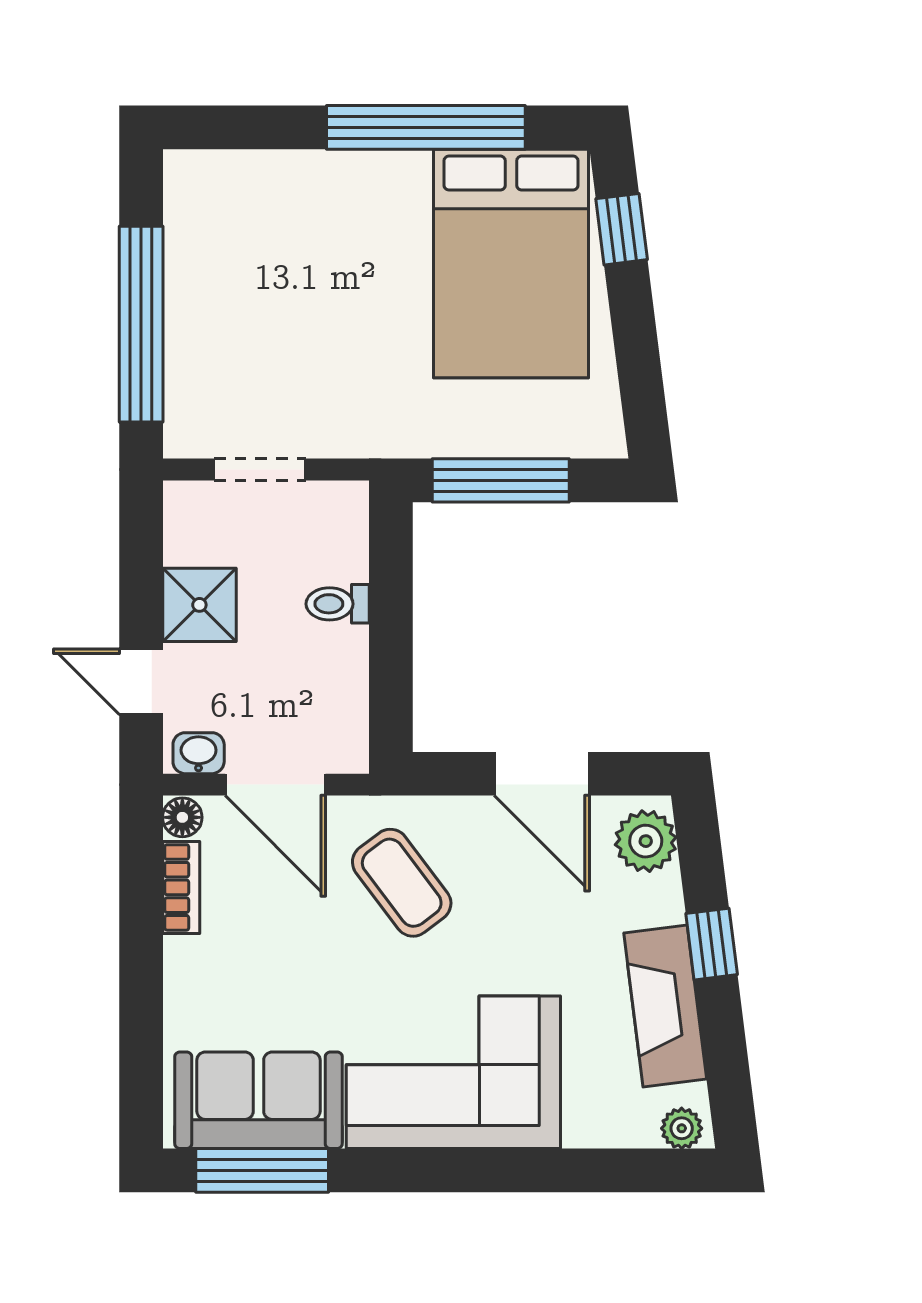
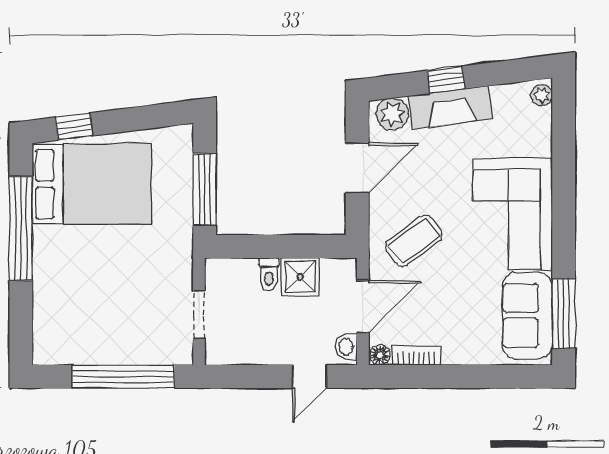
shower: (199, 605) -> (300, 277), moved
fireplace: (665, 1006) -> (451, 107), moved

